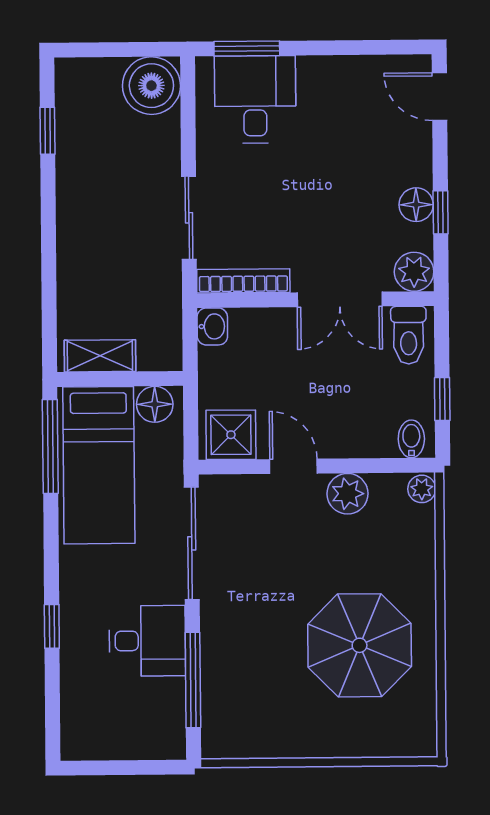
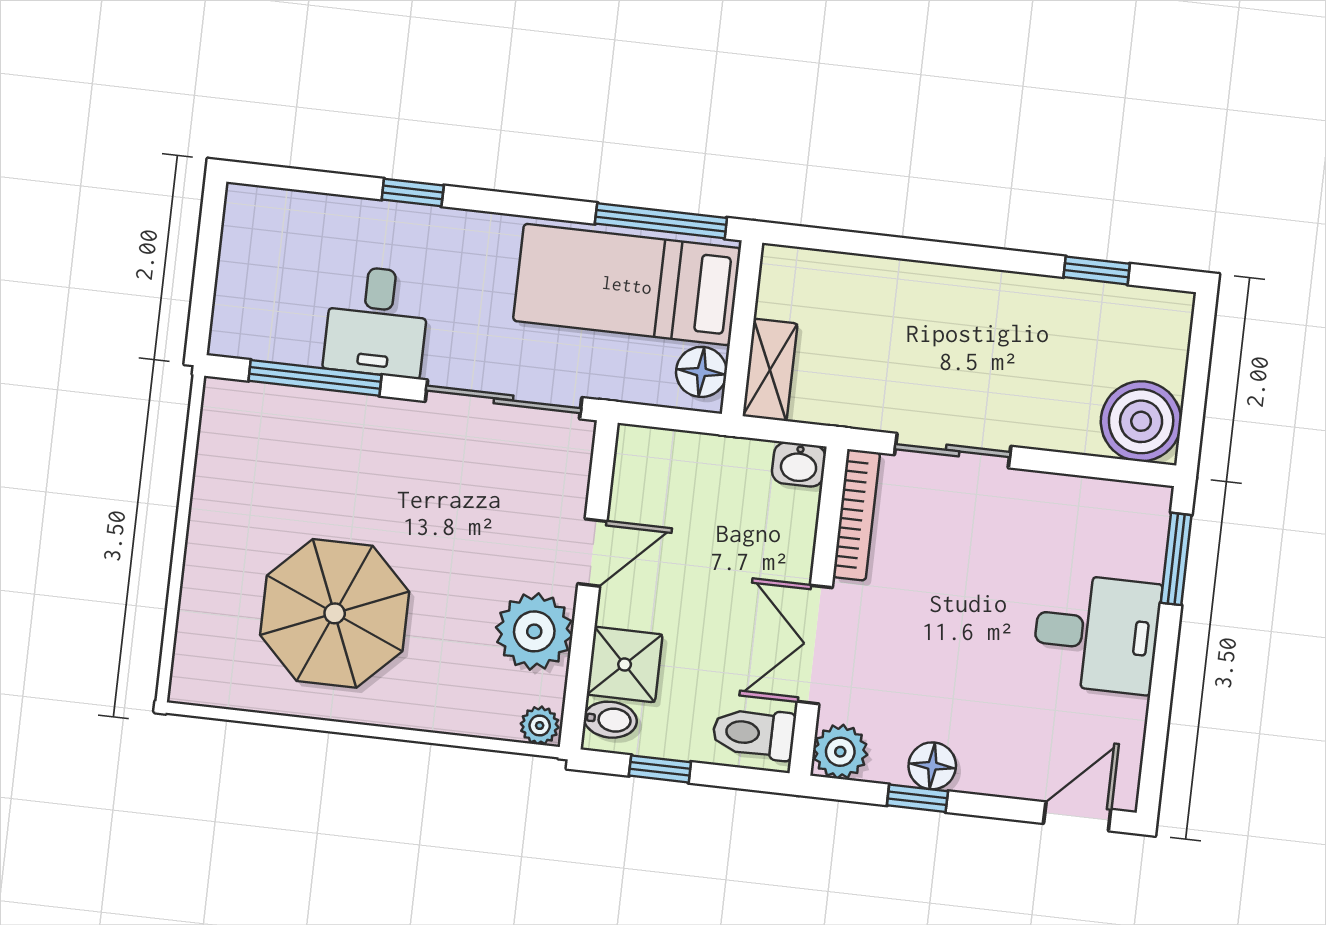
desk: (255, 99) -> (1096, 633), moved
shelving: (100, 356) -> (770, 370), moved
shower: (231, 435) -> (625, 664), moved
plant: (347, 494) -> (534, 631), width x1.36, depth x1.36

